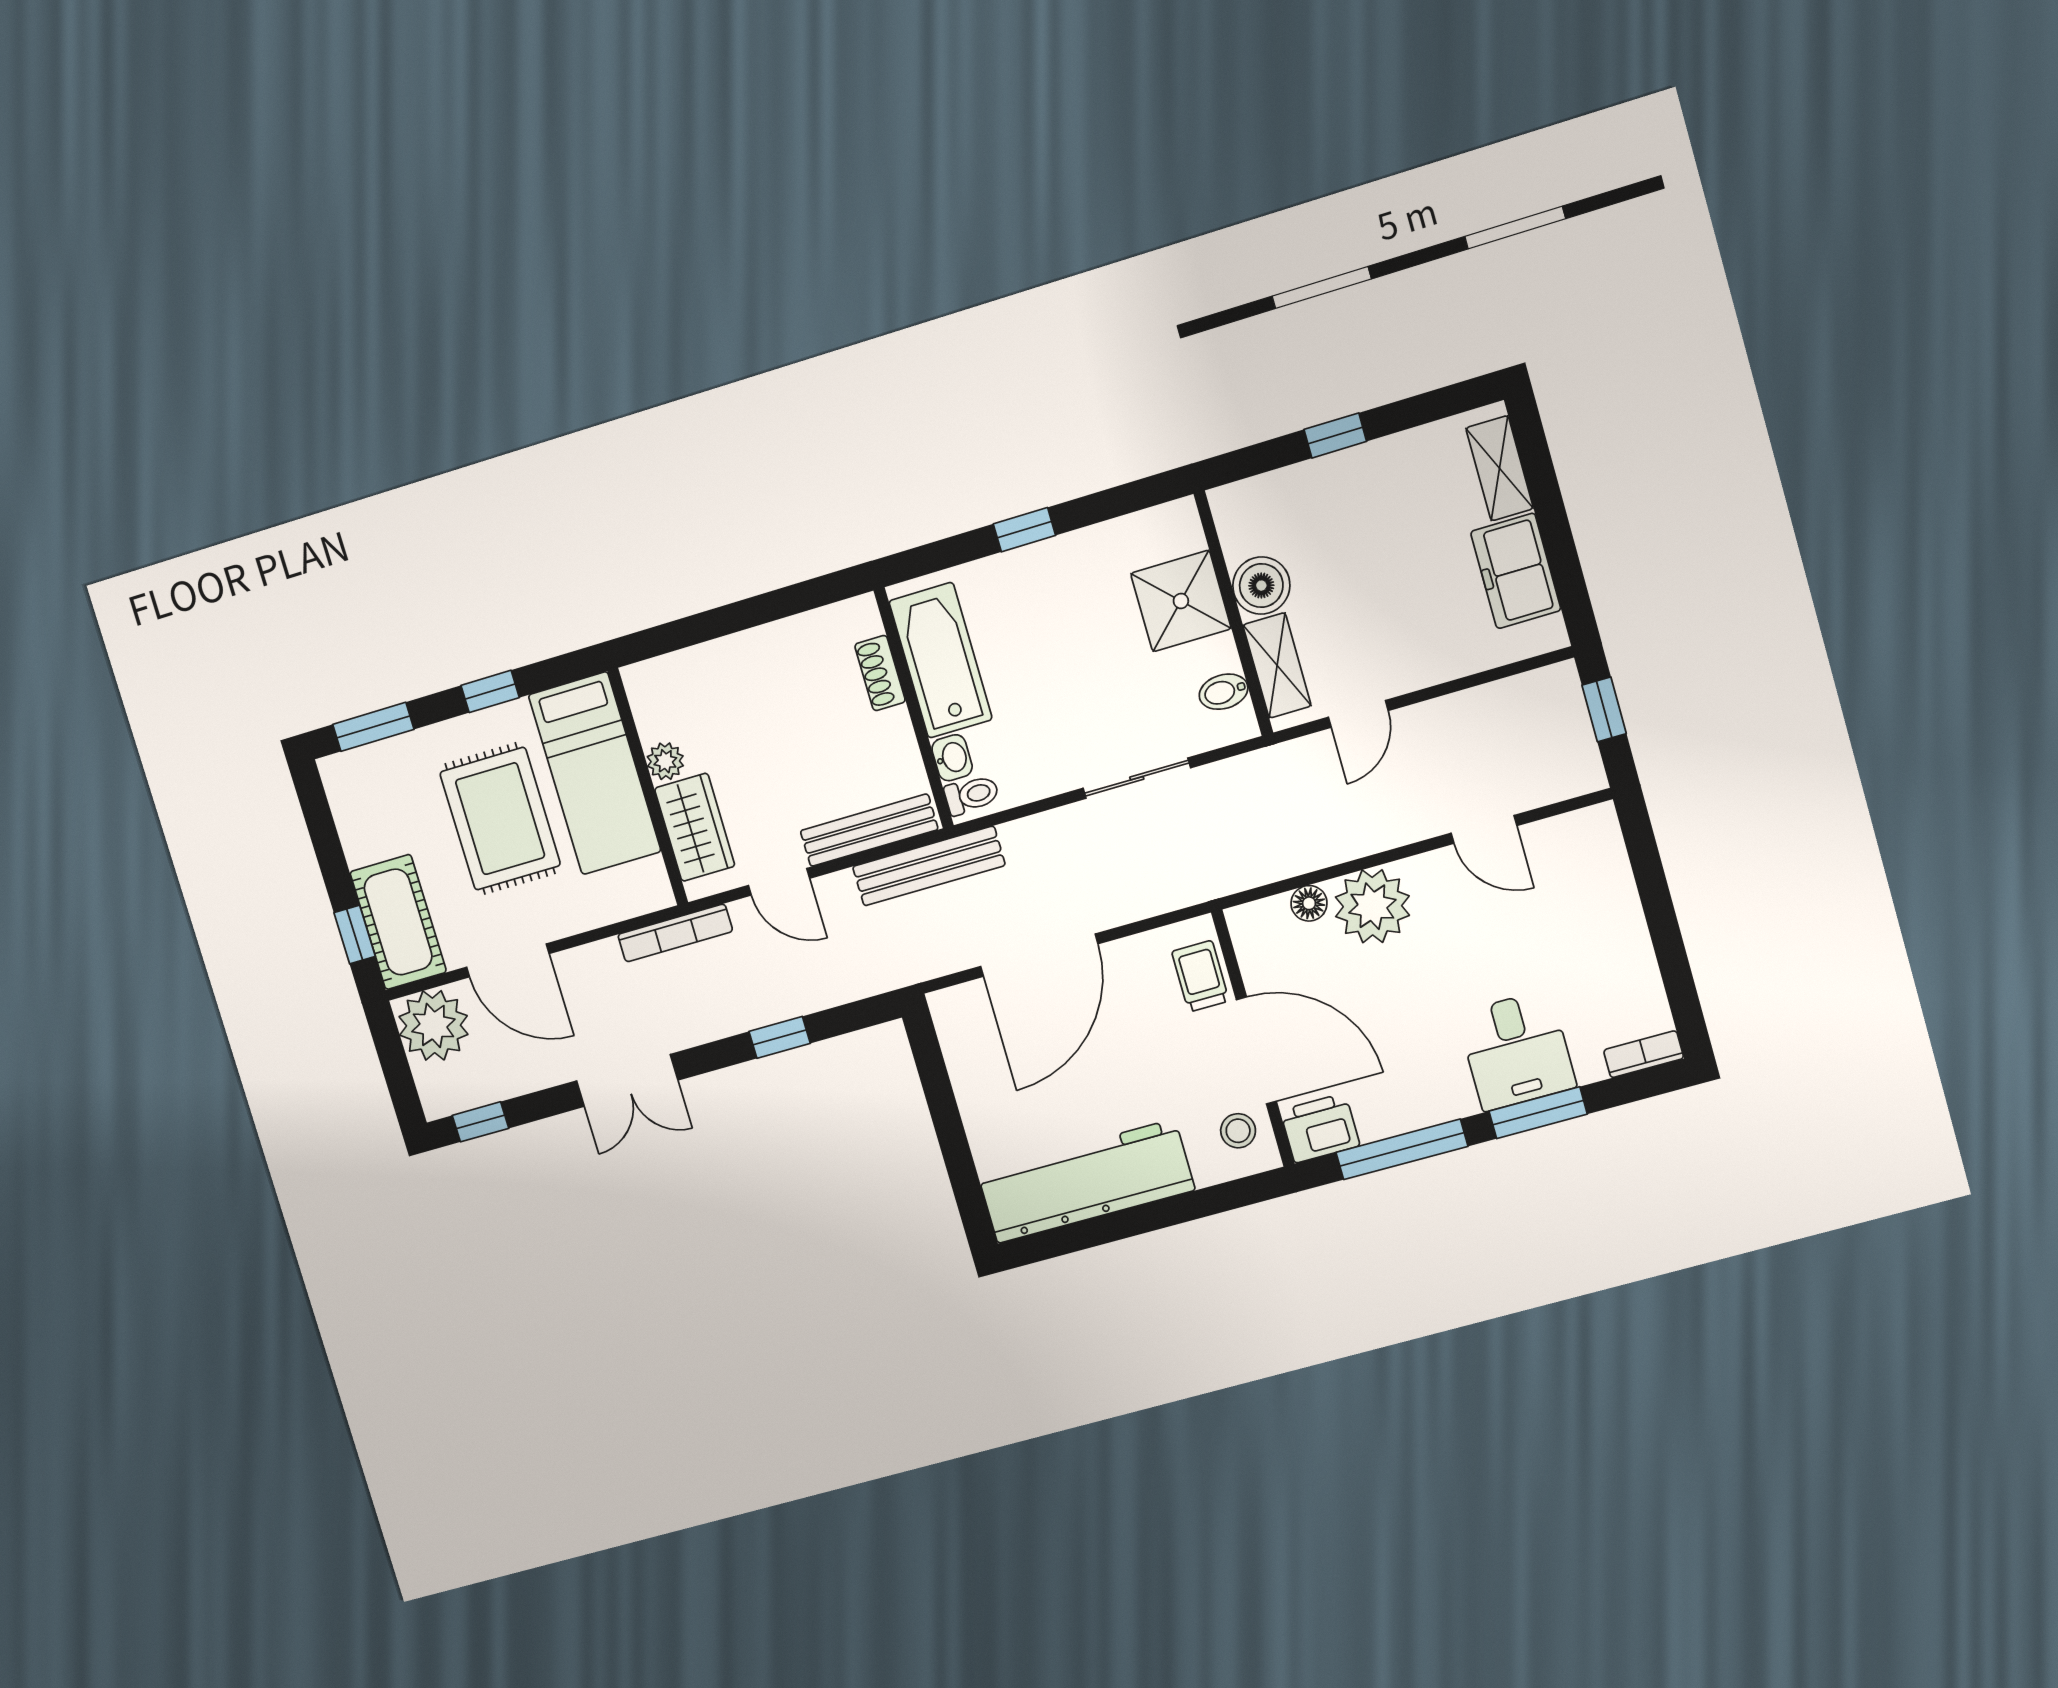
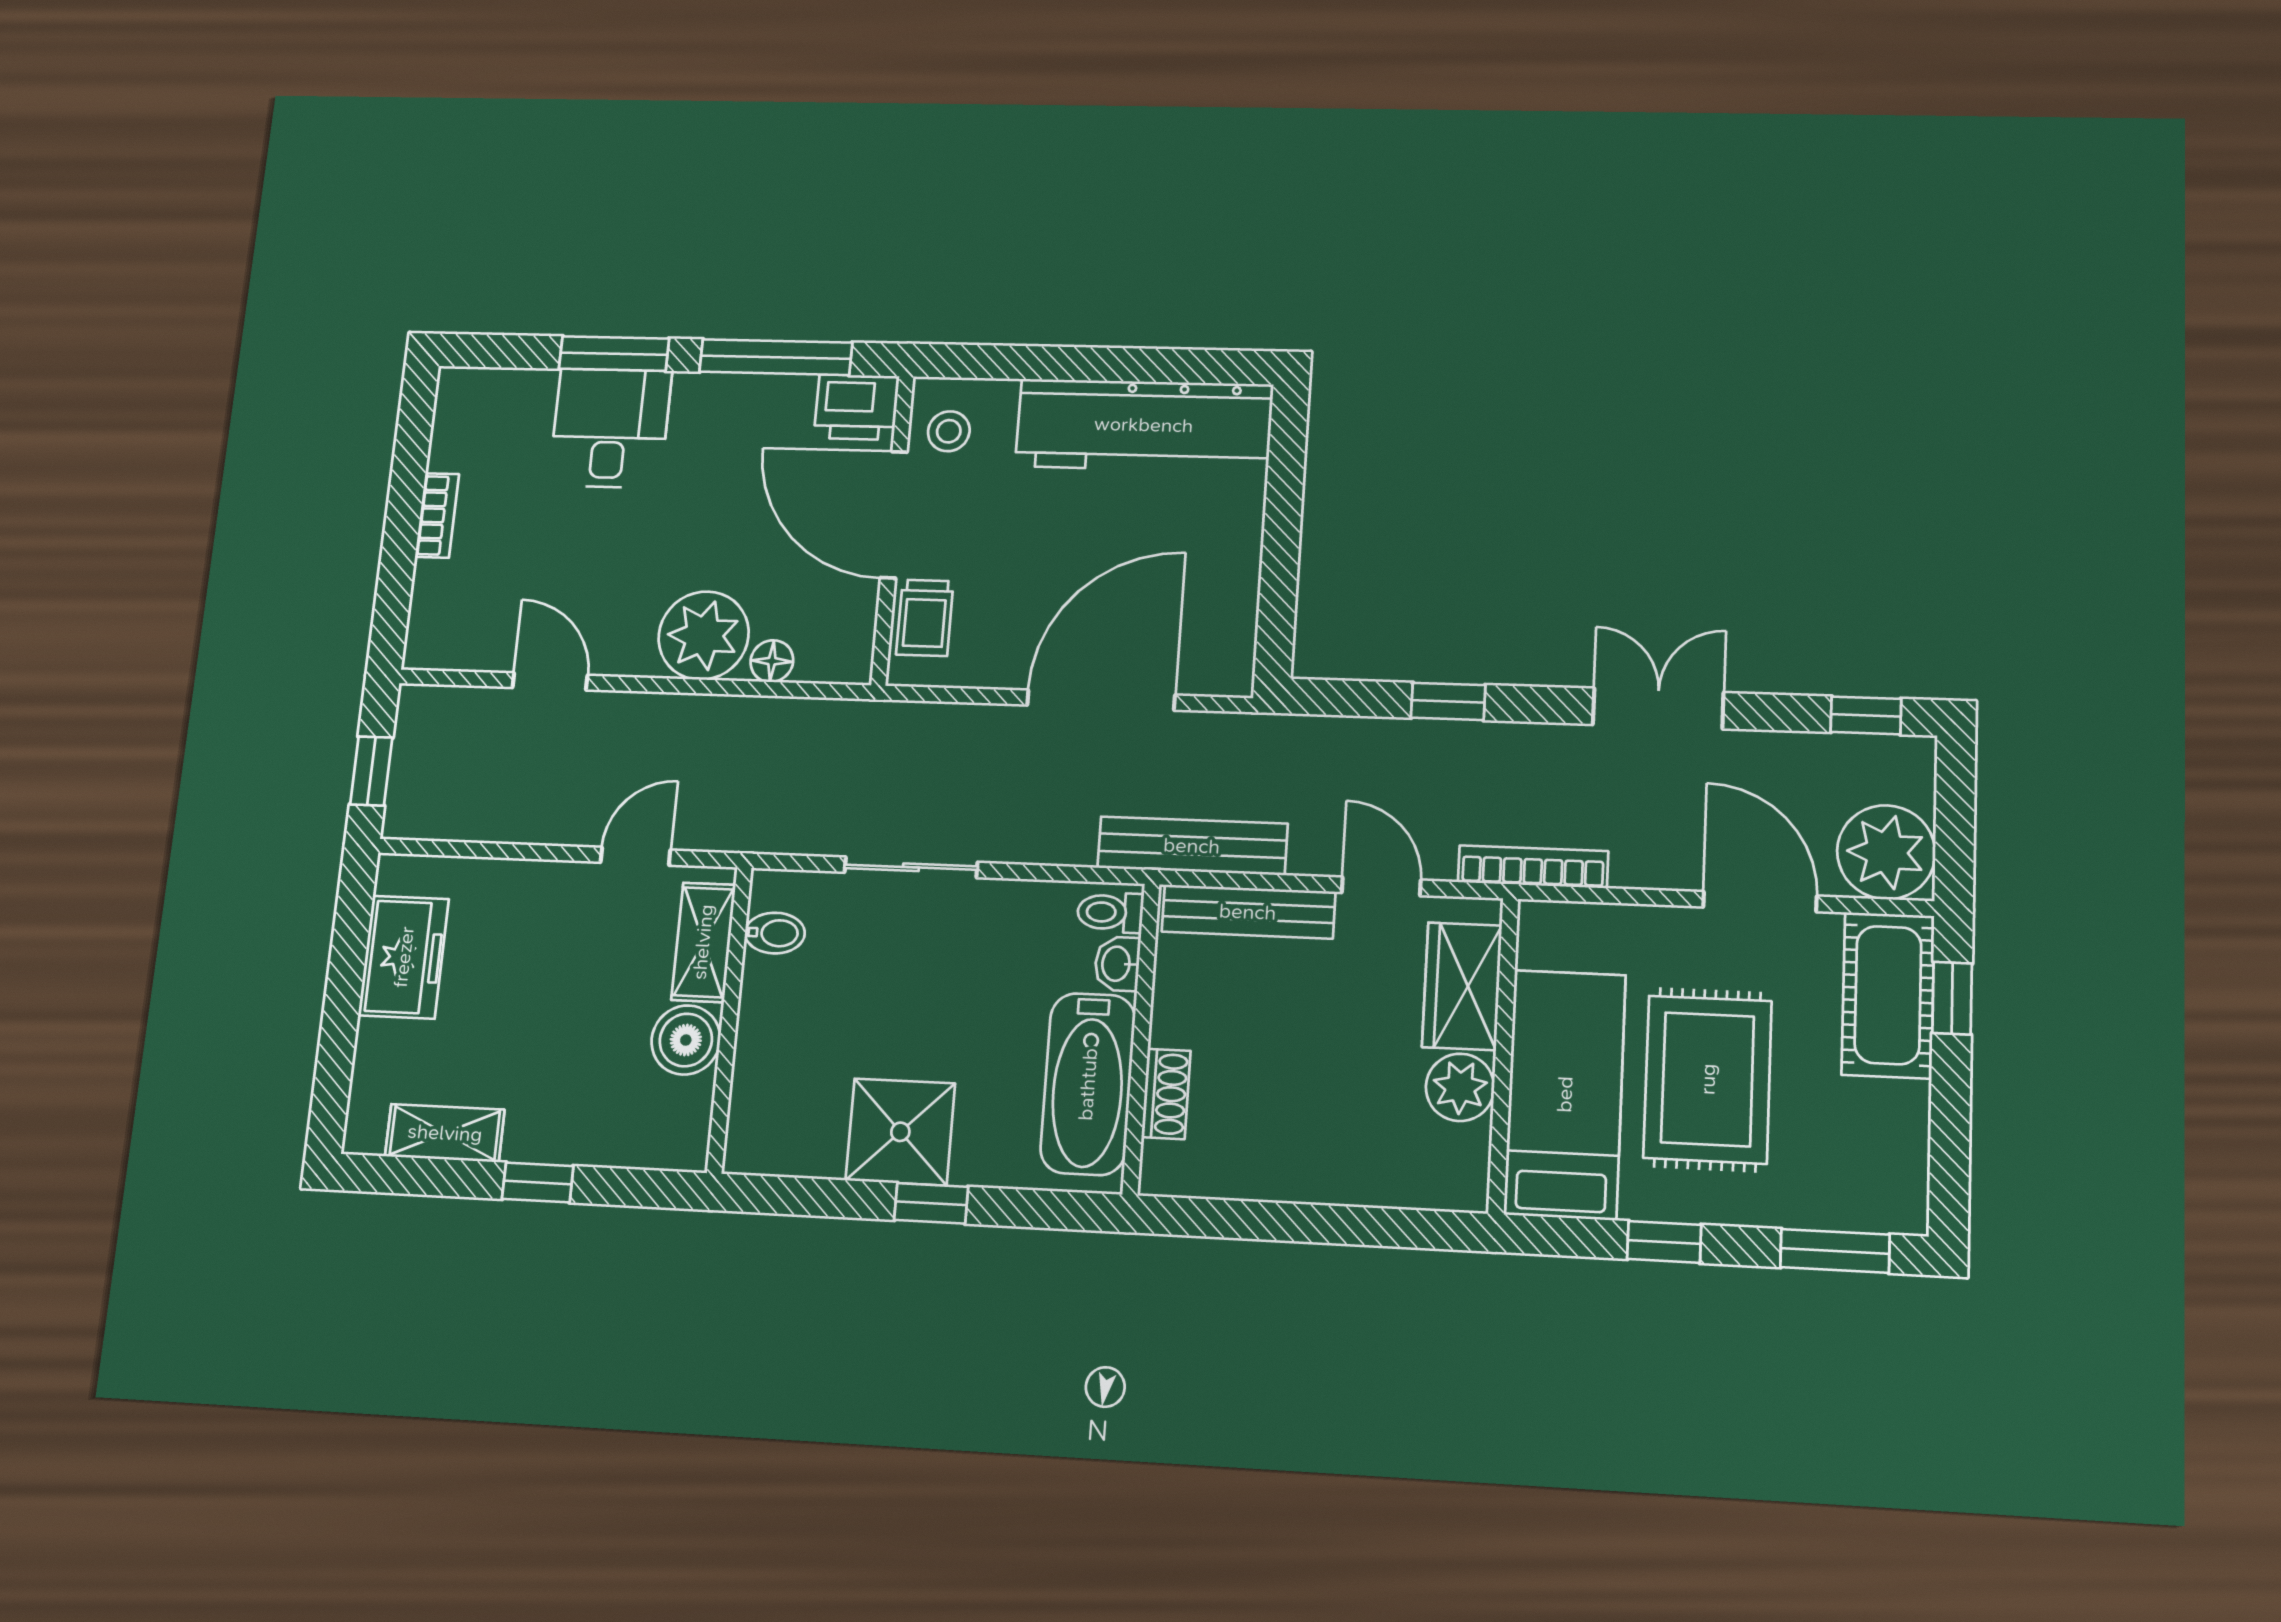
shelving: (1500, 468) -> (445, 1133), moved, turned 90
shower: (1181, 601) -> (900, 1132), moved
plant: (665, 761) -> (1460, 1087), width x1.38, depth x1.38
bookcase: (1644, 1054) -> (437, 515), moved, turned -90

